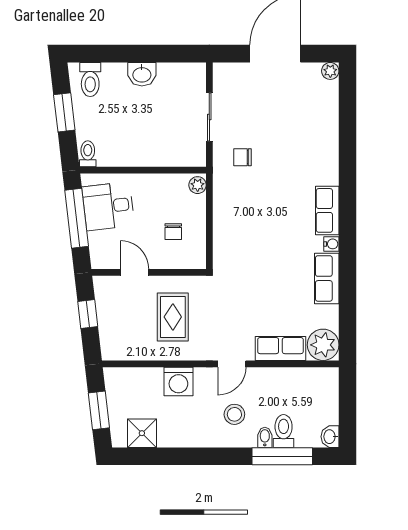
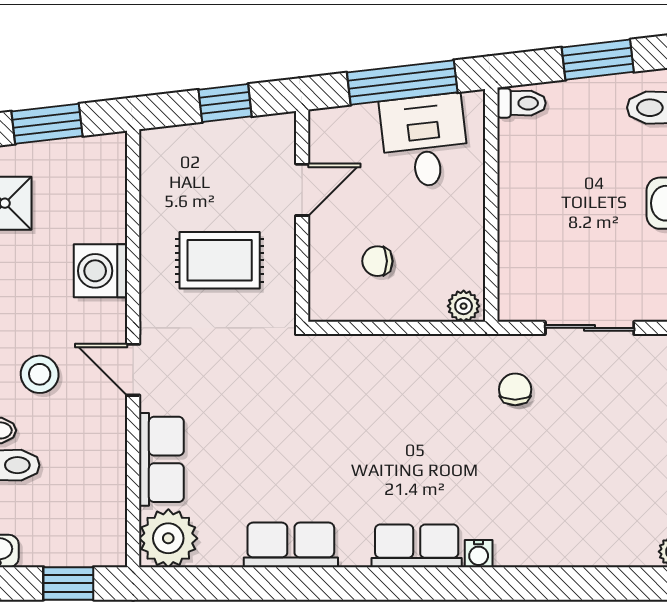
water cooler: (331, 244) -> (479, 554), moved
window: (348, 399) -> (68, 583), added

